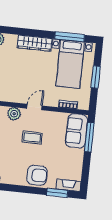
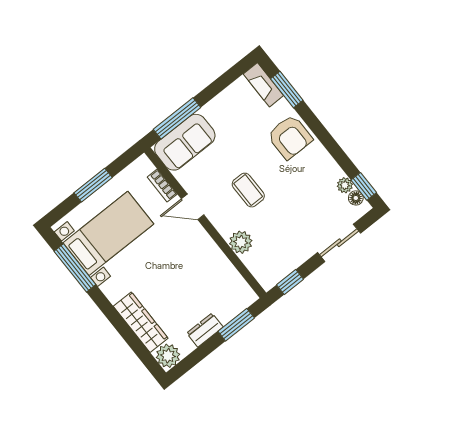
wardrobe: (35, 43) -> (141, 322), moved
door: (34, 107) -> (193, 207), moved
armchair: (37, 175) -> (290, 137), turned 180

